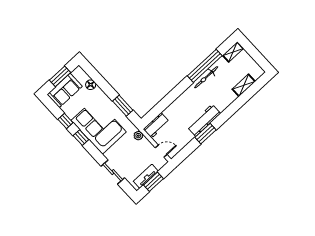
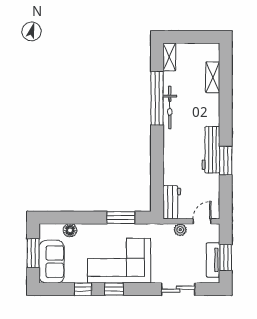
plant: (138, 136) -> (180, 230), moved

